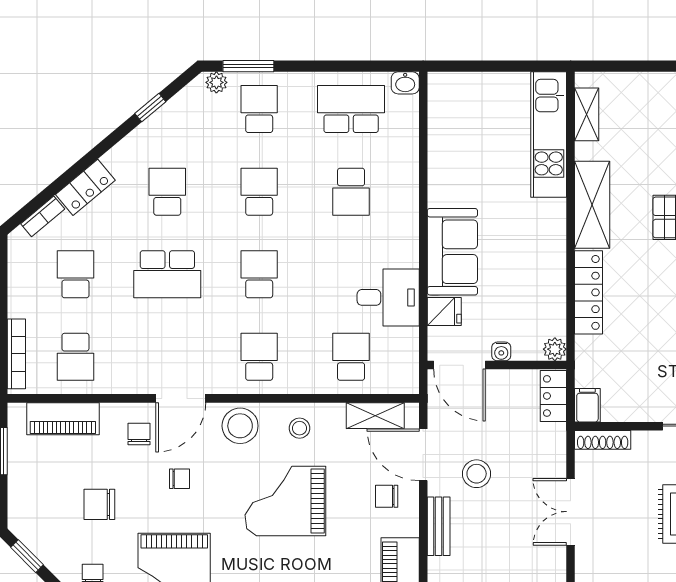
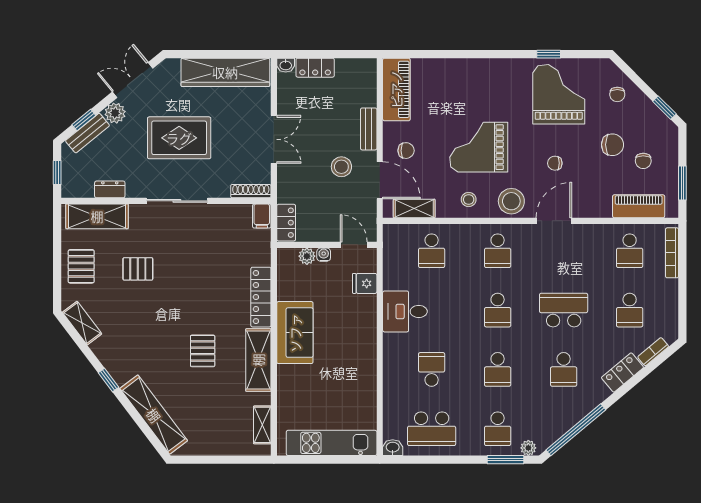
window: (150, 108) -> (576, 430), width x3.17
kitchen unit: (549, 135) -> (332, 443), moved, turned -90
sofa: (452, 252) -> (295, 333), moved, turned 180
desk: (388, 297) -> (405, 311), moved
plant: (555, 349) -> (307, 256), moved
school desk: (75, 357) -> (630, 251), turned 180
door: (459, 365) -> (354, 245), width x0.73
chair: (139, 434) -> (643, 161), moved
grand piano: (285, 501) -> (479, 147), turned 180

